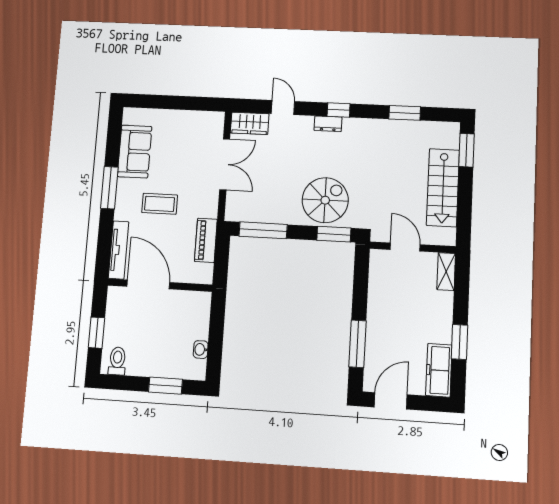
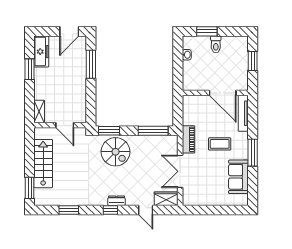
spiral stairs: (325, 200) -> (116, 152), turned -90
piano: (206, 240) -> (189, 139), moved
toilet: (117, 361) -> (216, 44), moved

